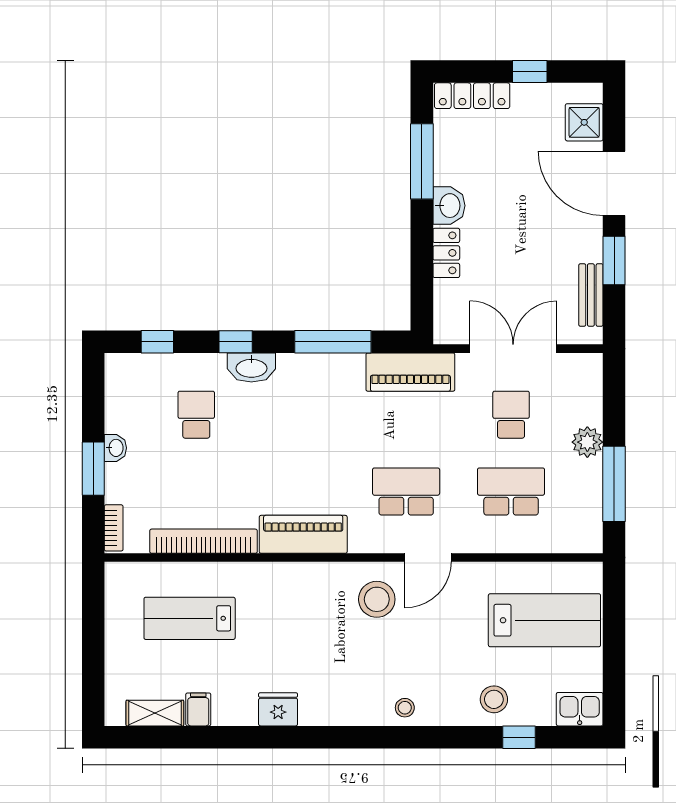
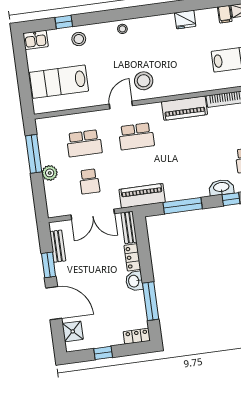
locker: (472, 96) -> (137, 336), width x0.66
bench: (445, 313) -> (129, 228), added

